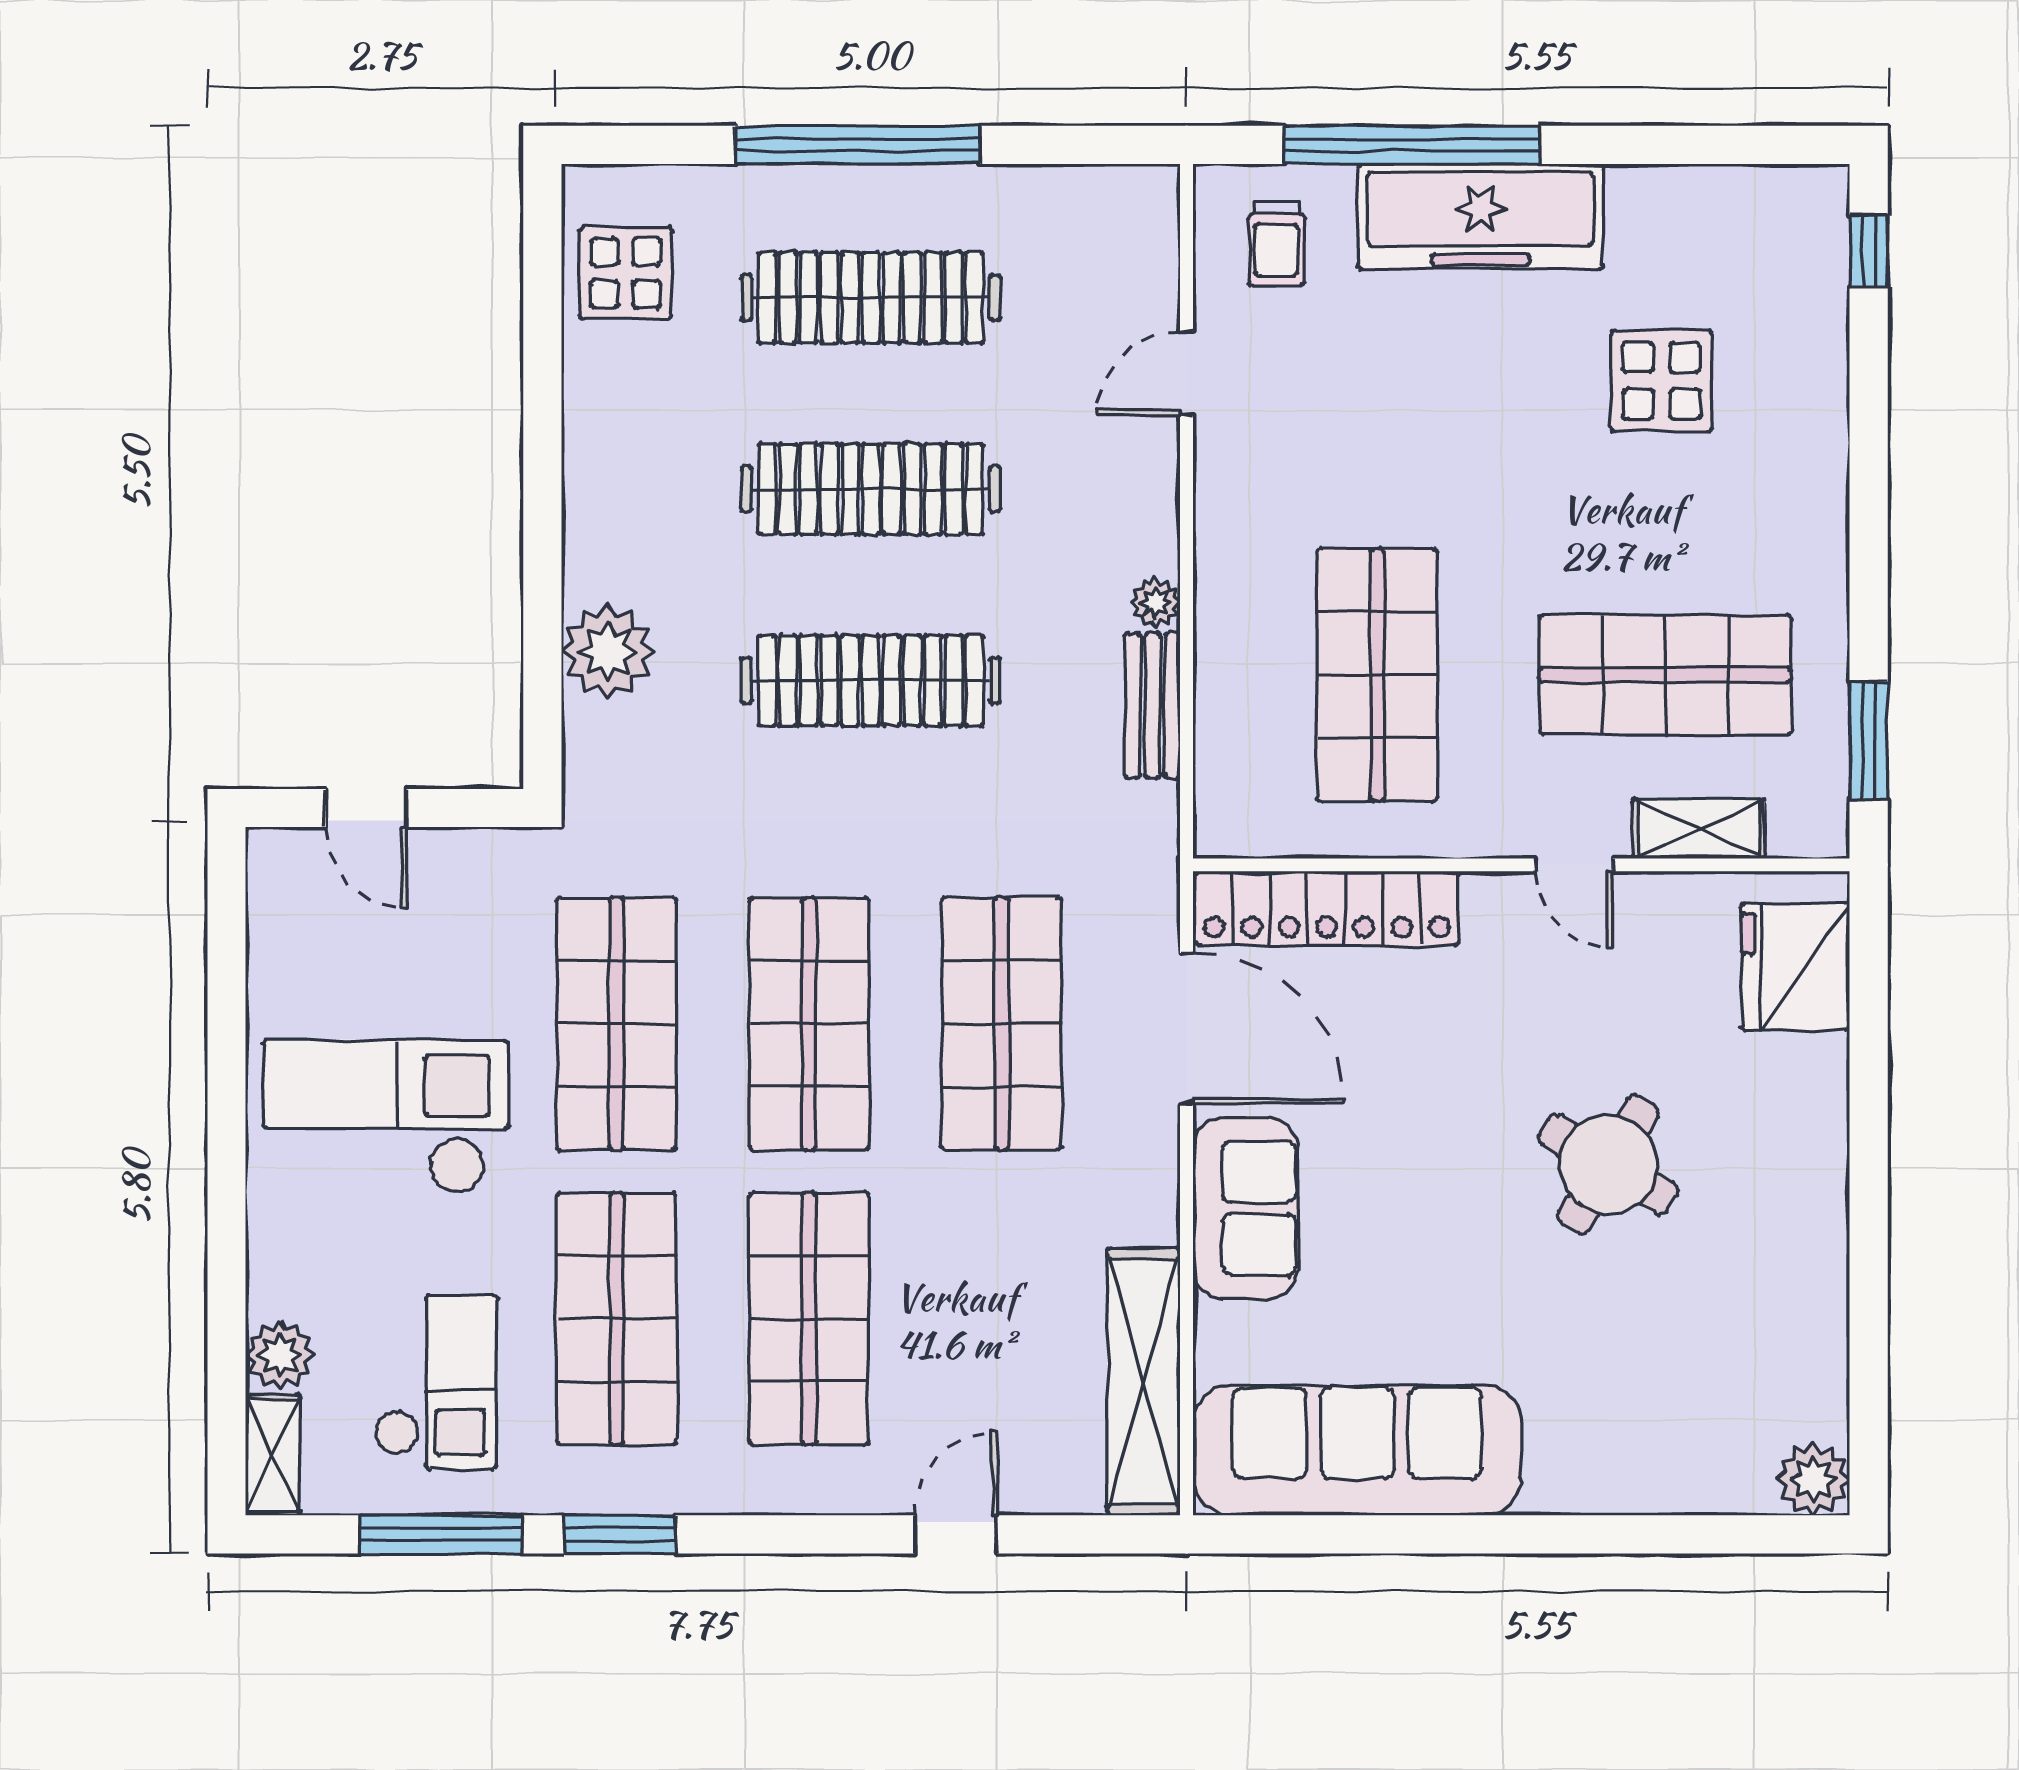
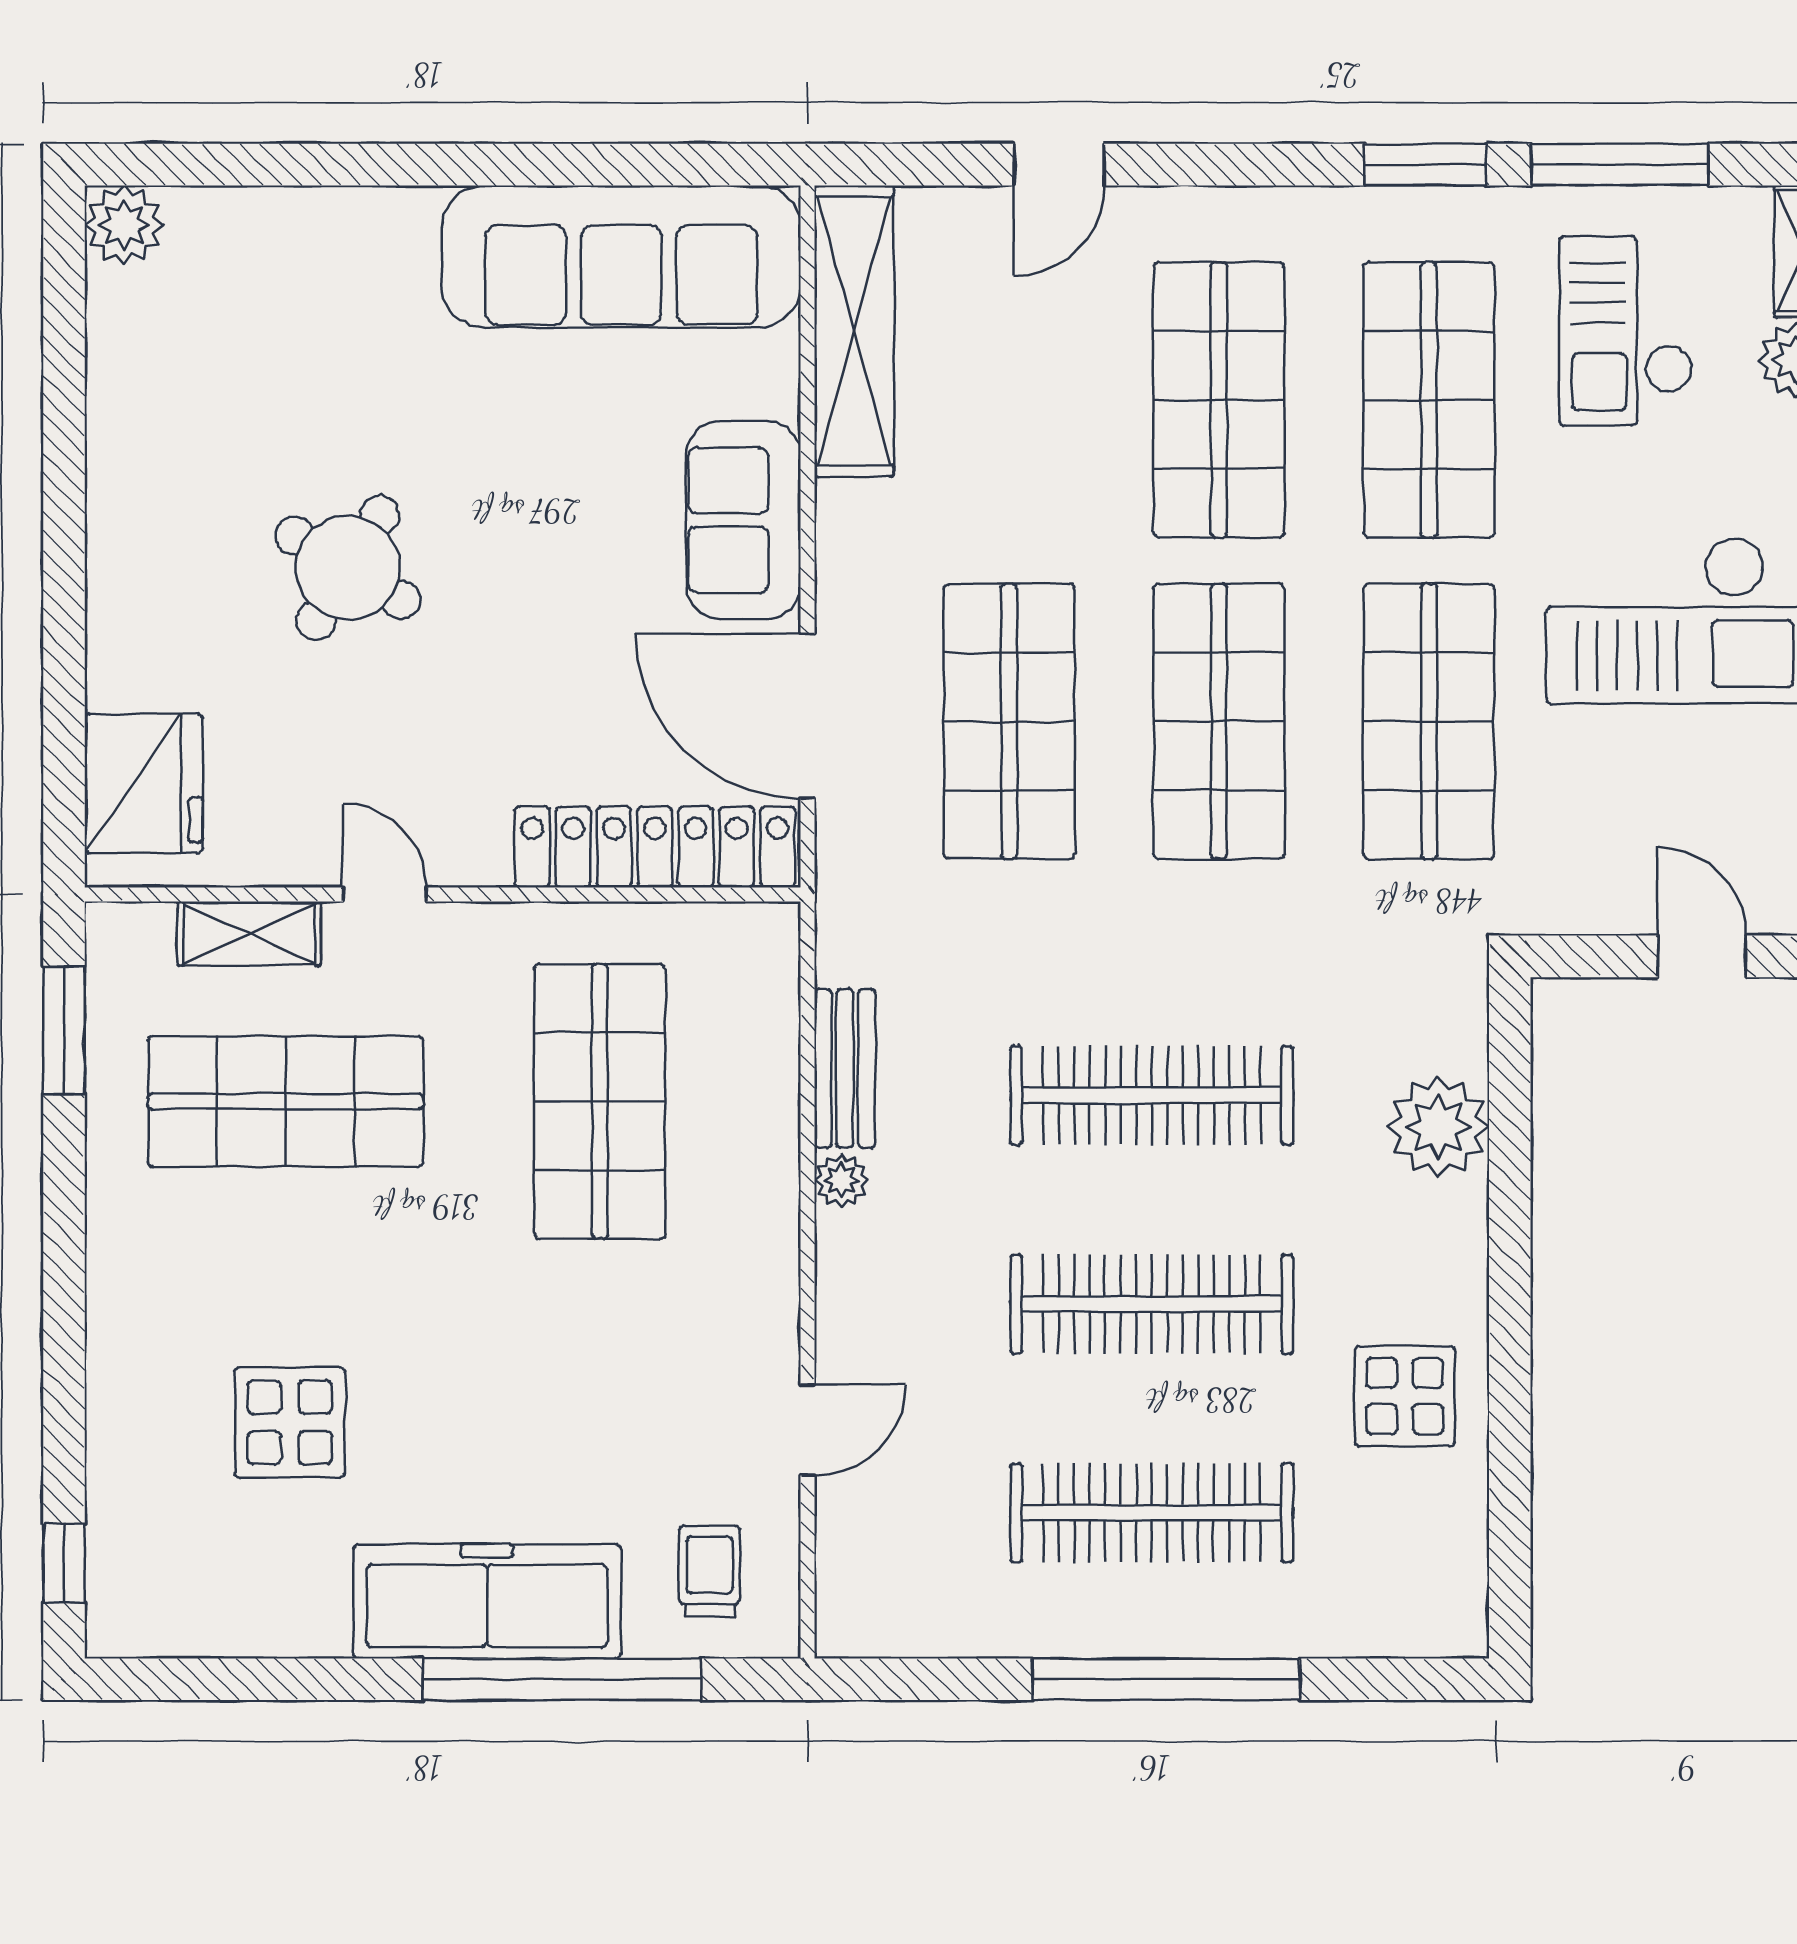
display table: (626, 273) -> (1405, 1396), moved

